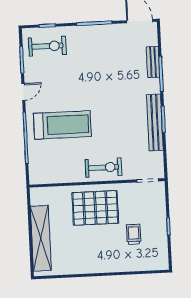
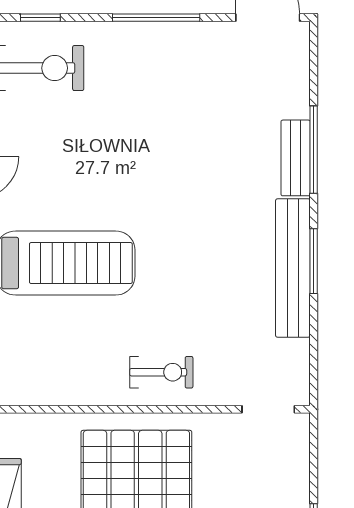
bench: (153, 62) -> (296, 158), moved
exercise bike: (103, 167) -> (161, 372), width x0.73, depth x0.72

